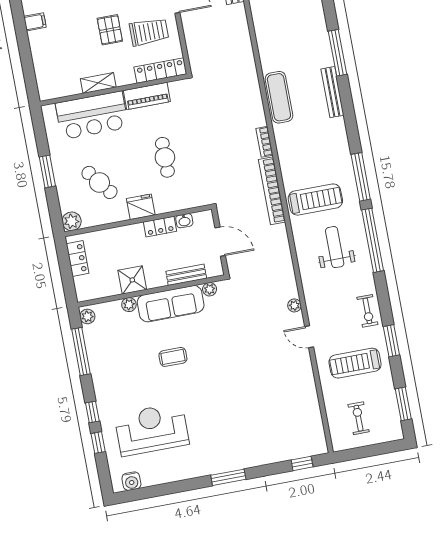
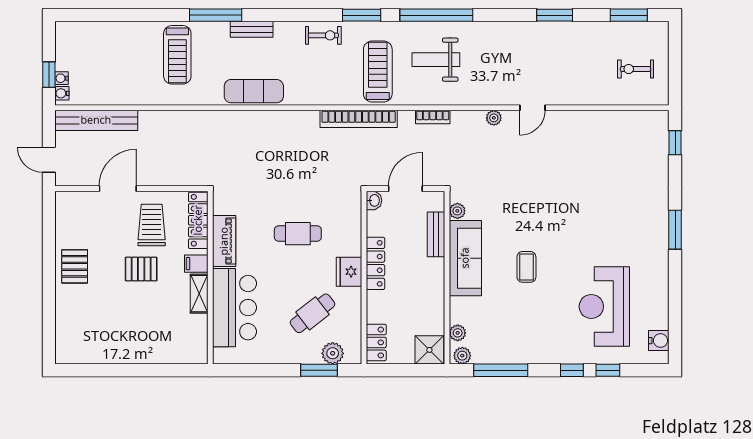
filing cabinet: (35, 22) -> (196, 264), moved, turned -90
bench: (332, 92) -> (252, 29), width x0.73
bookcase: (265, 142) -> (433, 117), moved
window: (47, 171) -> (319, 370), moved
window: (361, 177) -> (362, 15), width x0.69
plant: (72, 221) -> (333, 353), moved
washbasin: (184, 221) -> (374, 200), moved
locker: (160, 227) -> (376, 263), width x1.53
locker: (78, 258) -> (376, 342), moved, turned 90
shower: (132, 280) -> (429, 350), moved
plant: (129, 305) -> (458, 333), moved
exercise bike: (367, 311) -> (323, 35), moved
treadmill: (355, 363) -> (177, 55), moved

